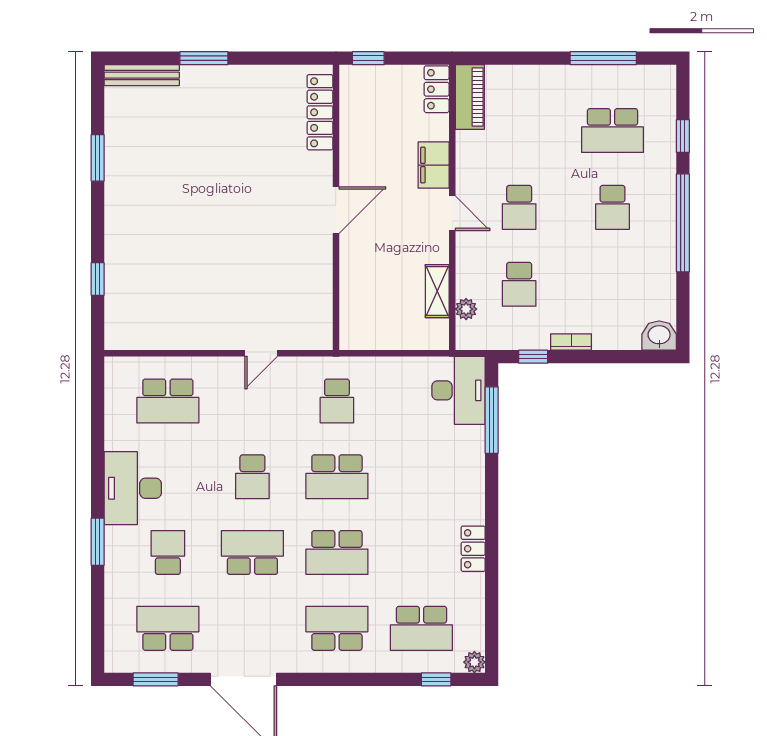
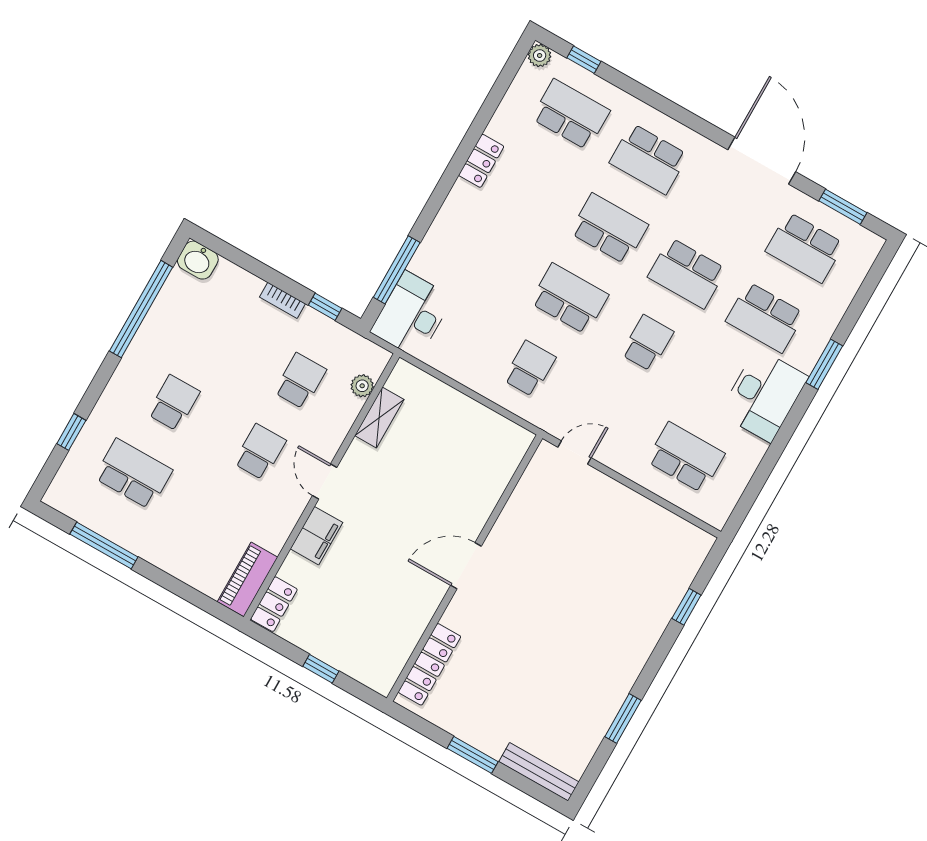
locker: (320, 112) -> (430, 664), moved
wall: (336, 207) -> (465, 568), moved
door: (336, 210) -> (466, 566), moved
window: (683, 223) -> (141, 309), moved
school desk: (168, 553) -> (765, 317), width x1.85

